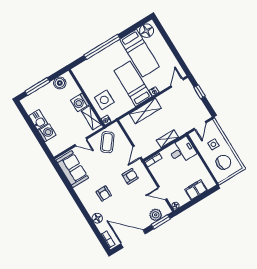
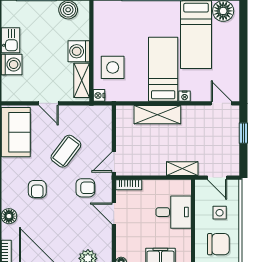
door: (177, 83) -> (221, 103), hinge flipped
door: (200, 126) -> (217, 178), hinge flipped
shelving: (168, 139) -> (182, 169), moved
coffee table: (107, 142) -> (66, 151), moved
desk: (182, 151) -> (174, 212), moved
door: (162, 193) -> (114, 214), moved

